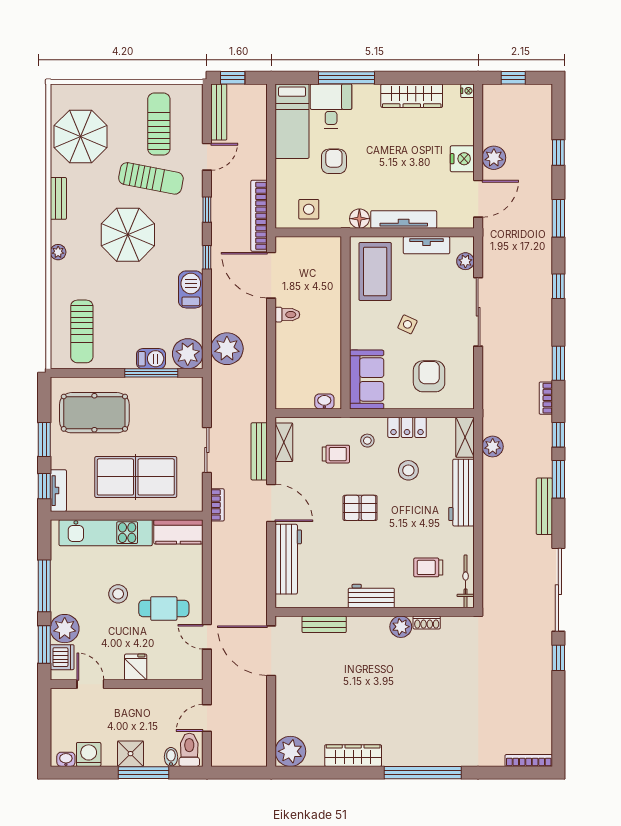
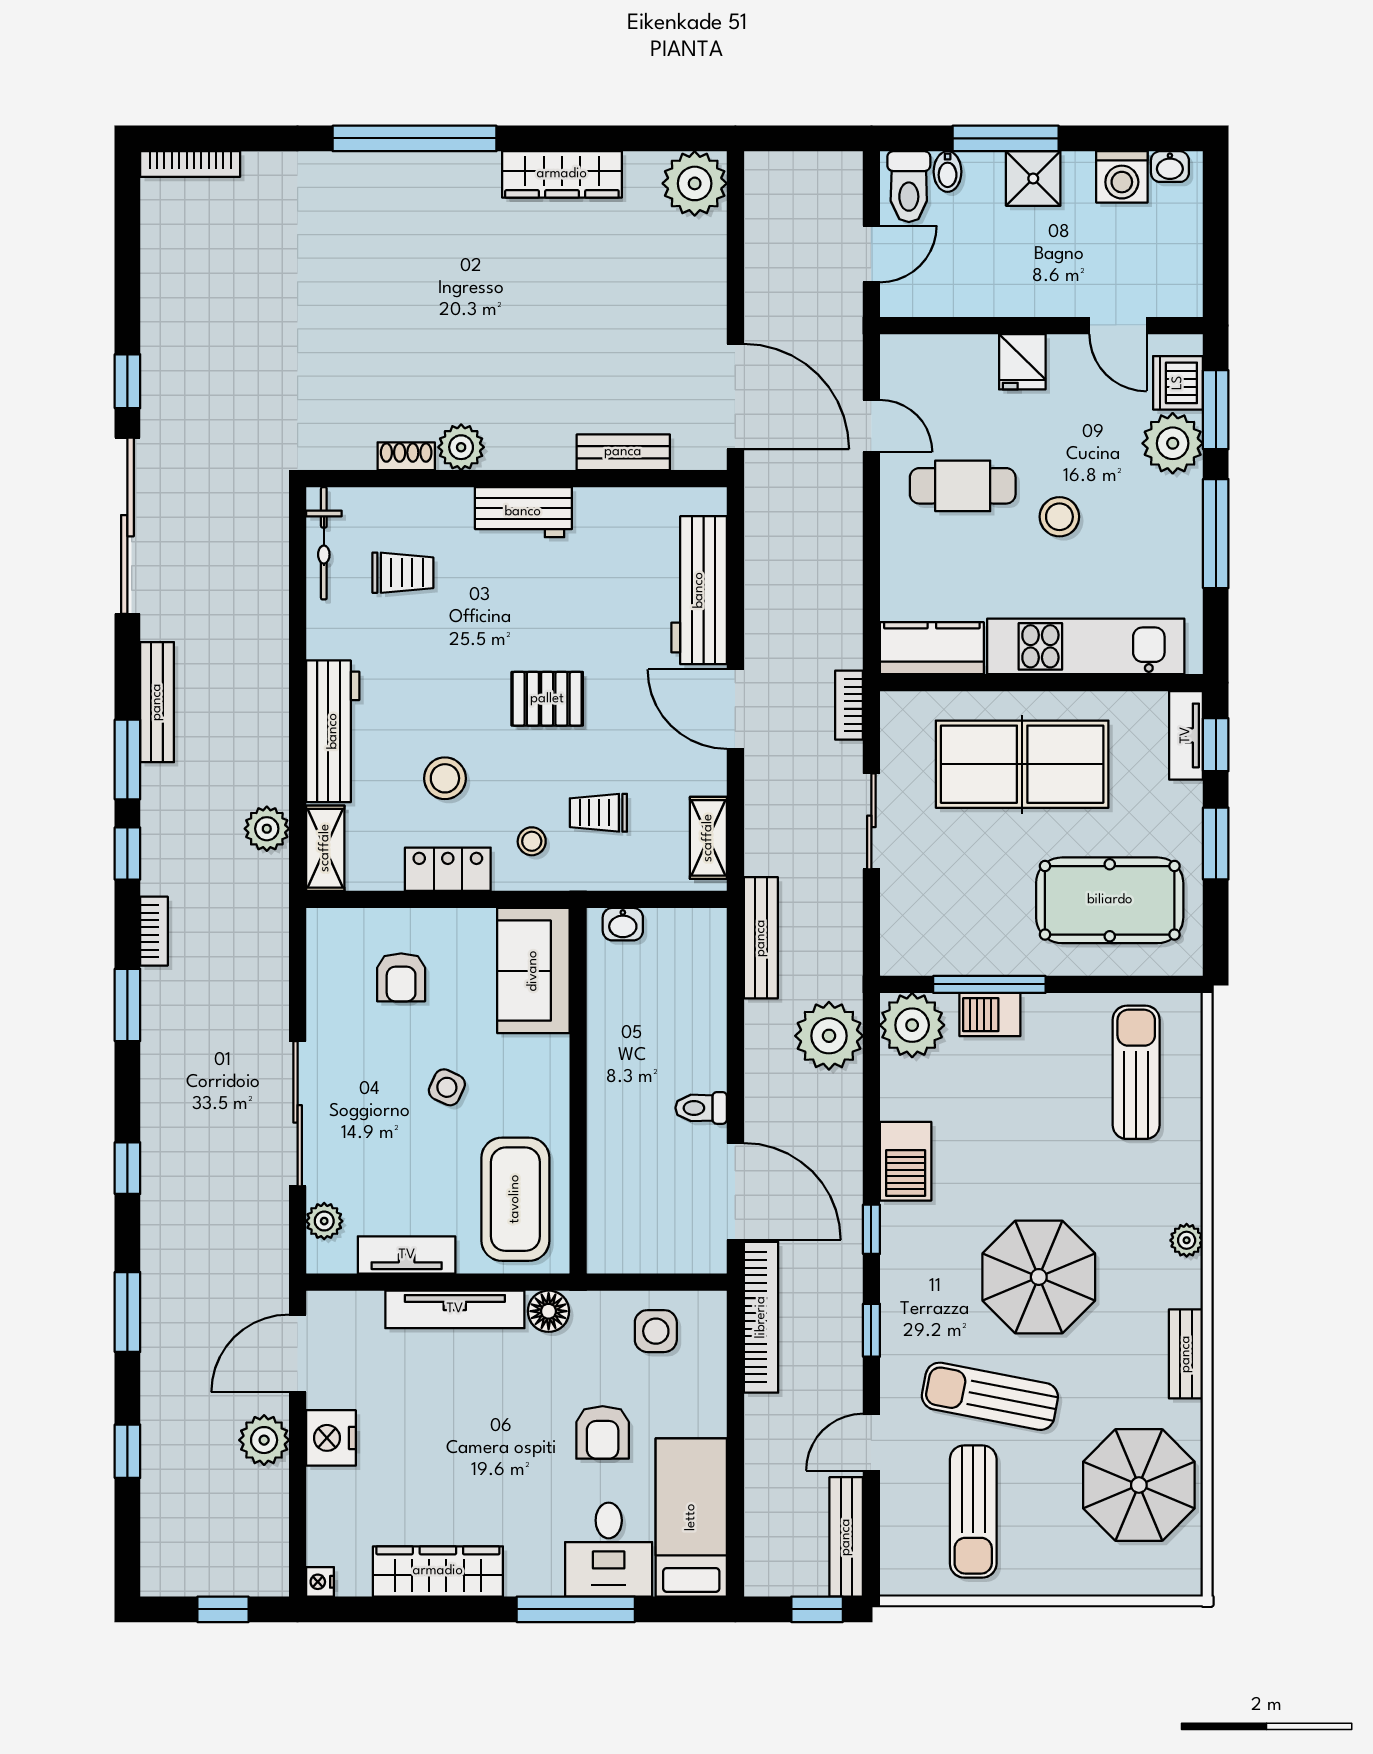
armchair: (429, 376) -> (401, 977), width x0.72, depth x0.72
bench: (259, 451) -> (761, 938), moved

